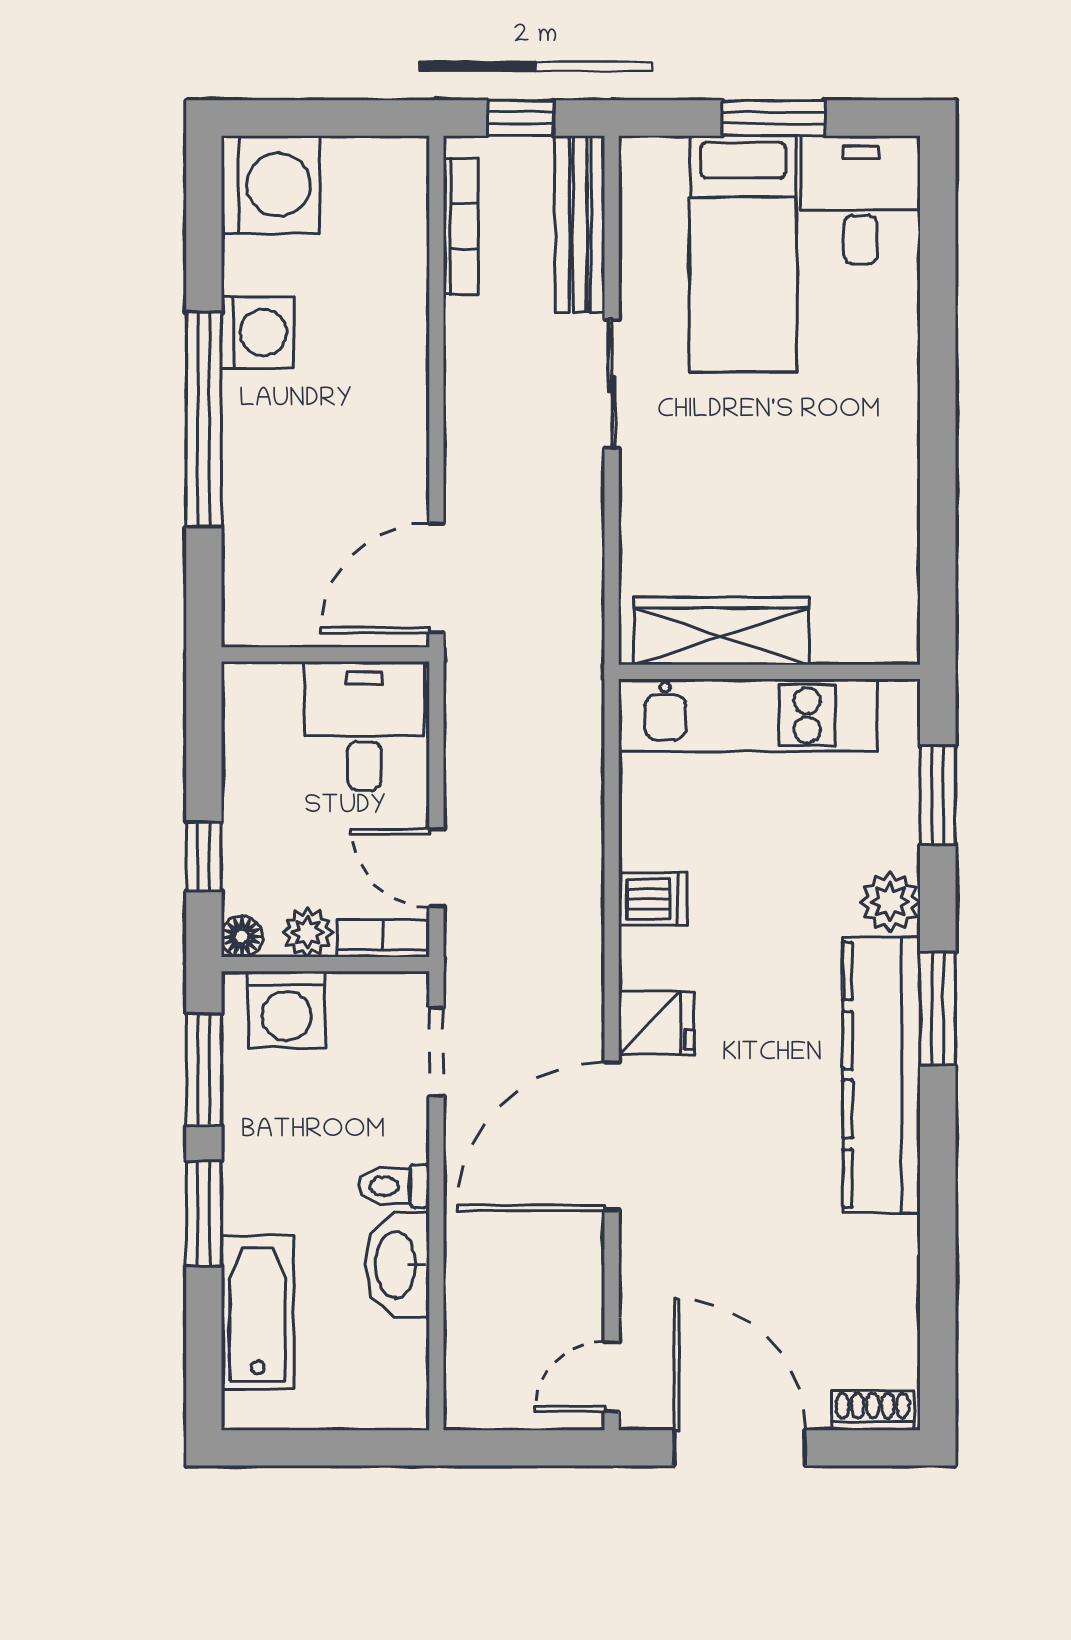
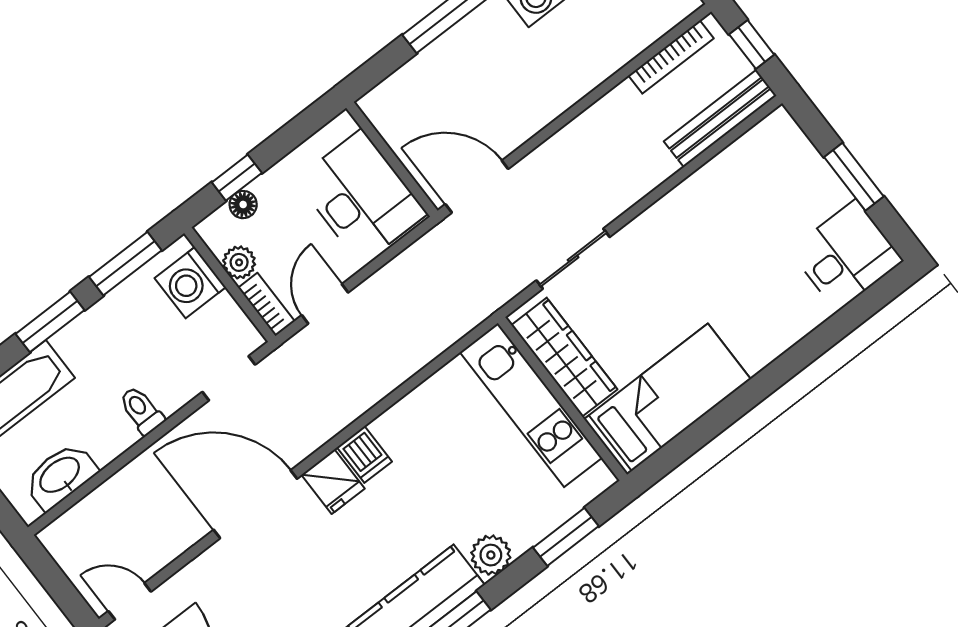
bed: (743, 254) -> (667, 399), moved, turned 180
sliding door: (612, 384) -> (573, 259), moved
desk: (364, 726) -> (361, 197), width x1.37
dishwasher: (653, 899) -> (364, 454), moved
floor lamp: (242, 936) -> (243, 205), moved
washbasin: (397, 1265) -> (60, 476), moved

